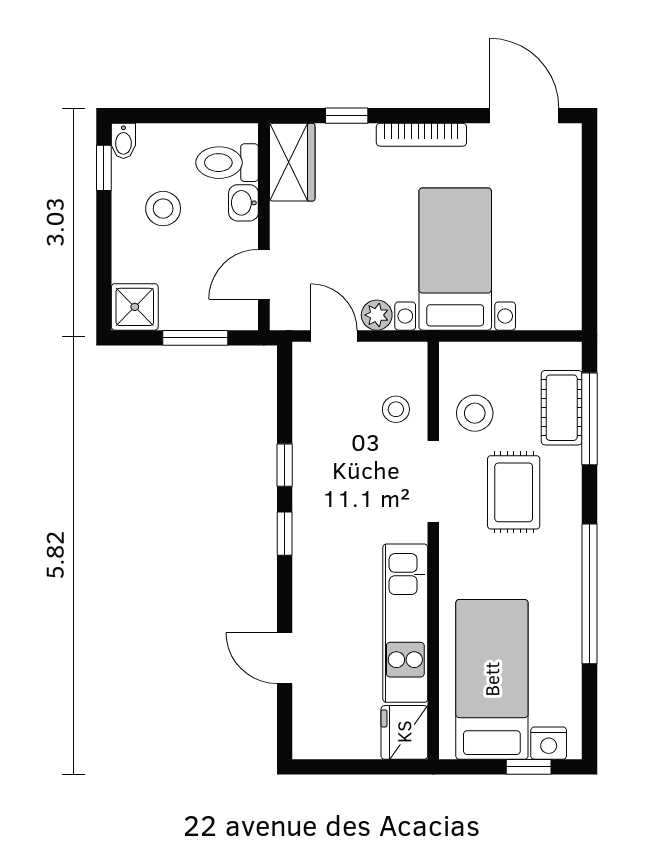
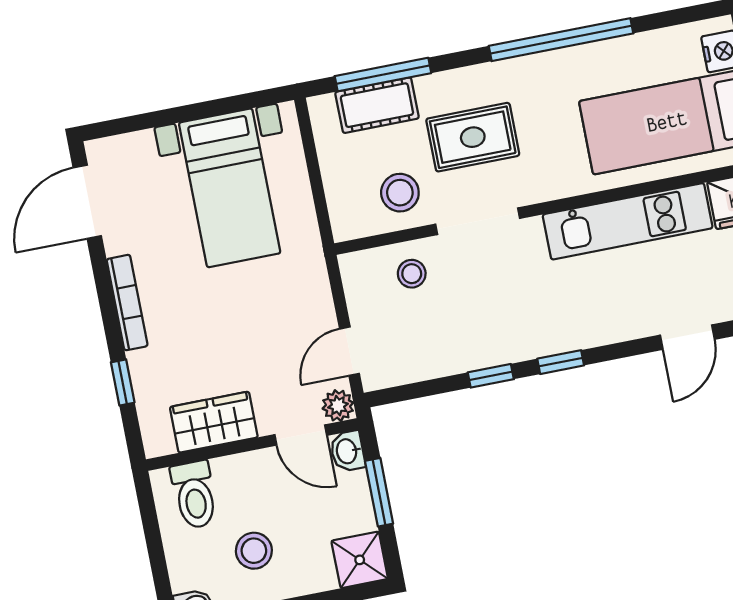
wardrobe: (292, 162) -> (214, 422), moved
washbasin: (243, 203) -> (347, 451), moved, turned 90
bed with nightstands: (455, 259) -> (230, 188), moved, turned -90
plant: (377, 315) -> (338, 406), moved

